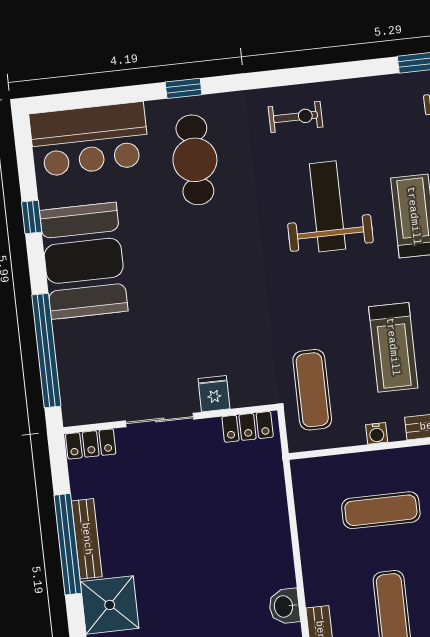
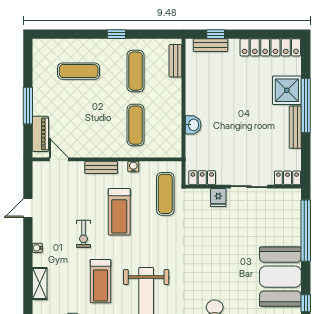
treadmill: (393, 347) -> (119, 212), turned 180
exercise mat: (381, 510) -> (136, 125), turned 90
window: (68, 544) -> (306, 105), moved
washbasin: (284, 606) -> (193, 125), moved

